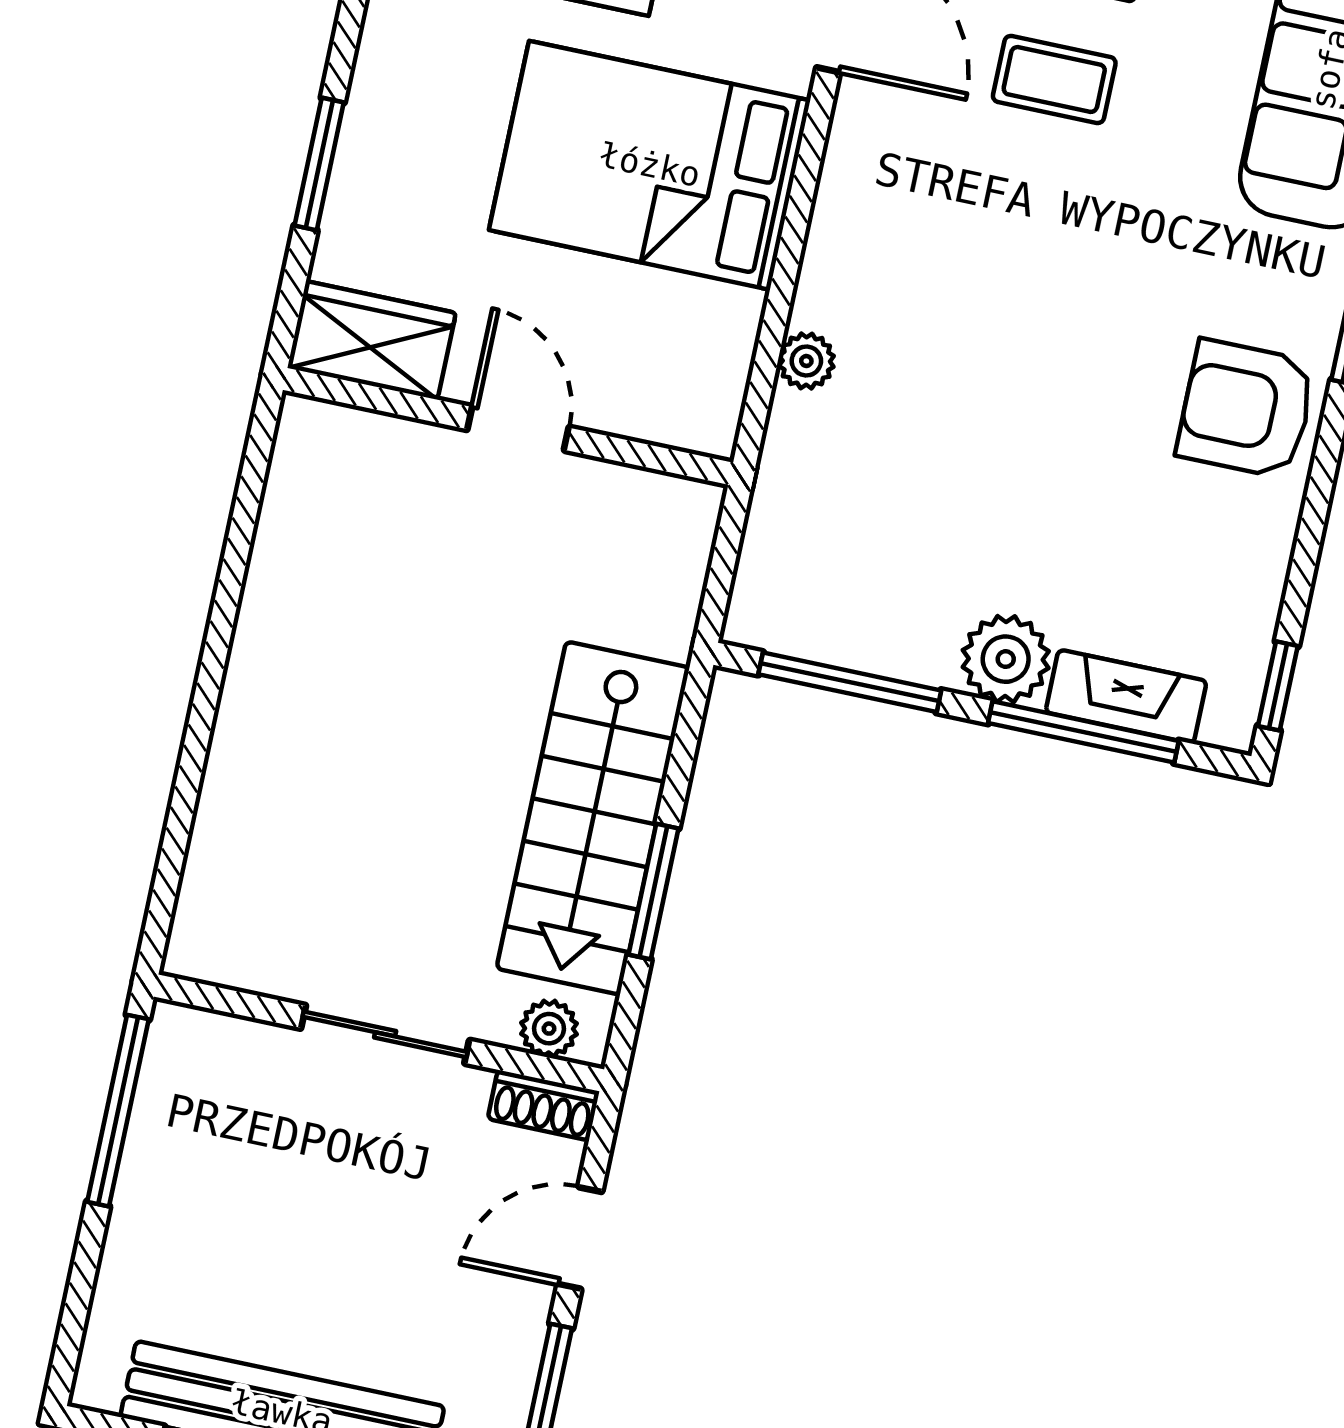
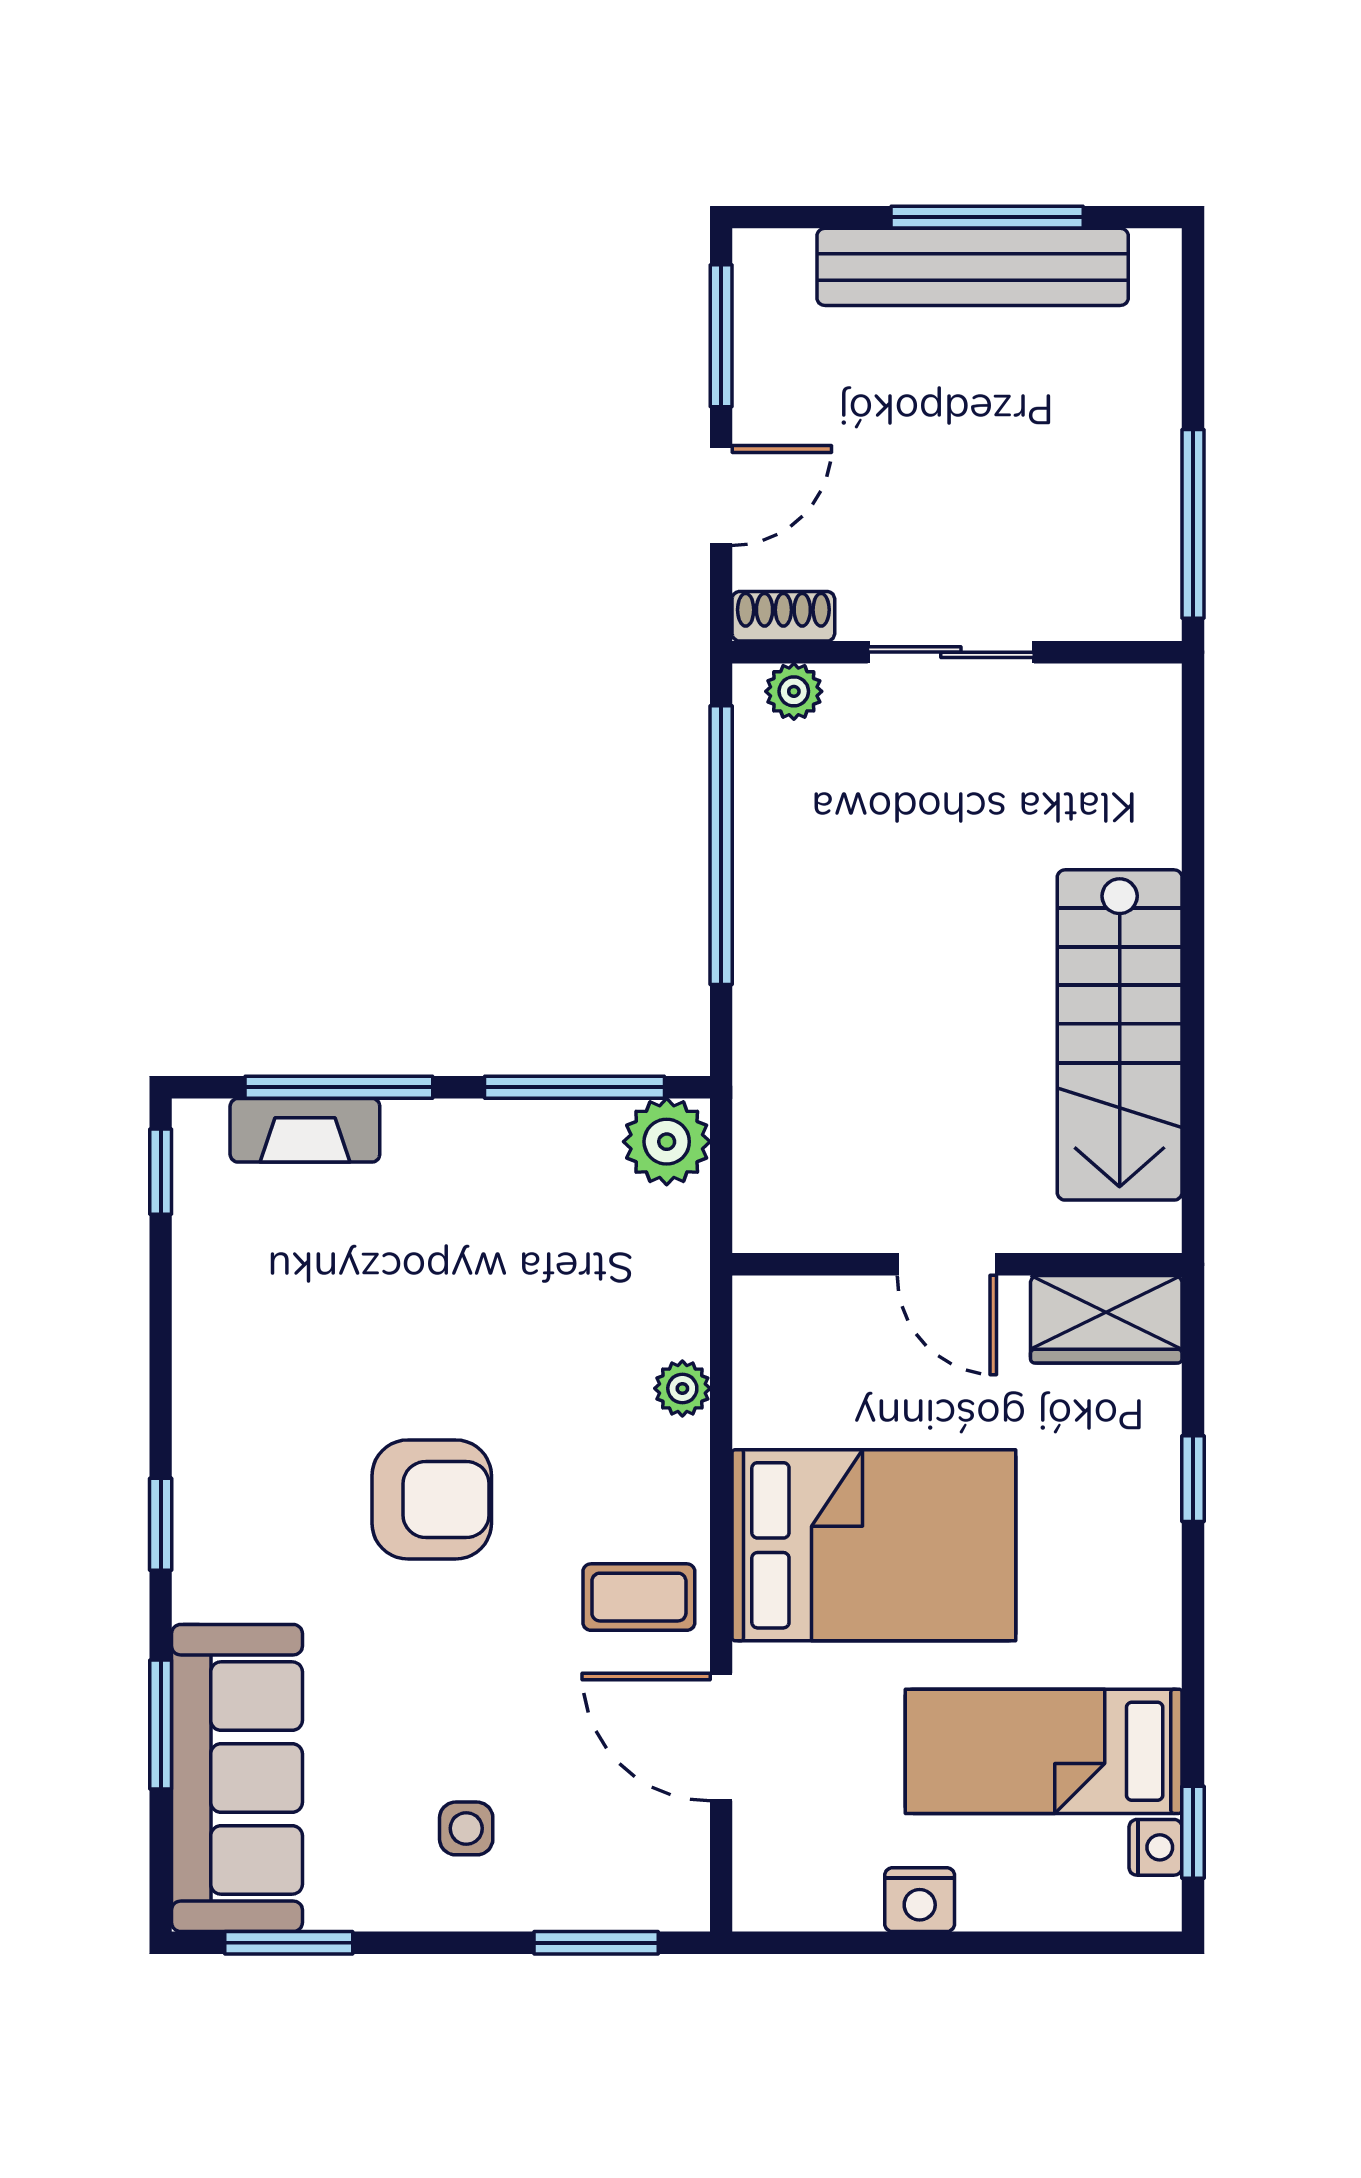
coffee table: (1054, 80) -> (639, 1597), moved
window: (319, 164) -> (1193, 1479), width x0.67
armchair: (1246, 409) -> (432, 1499), moved
plant: (1006, 659) -> (667, 1142), moved
stairs: (593, 818) -> (1120, 1035), moved, turned 180
window: (654, 892) -> (721, 845), width x2.11

